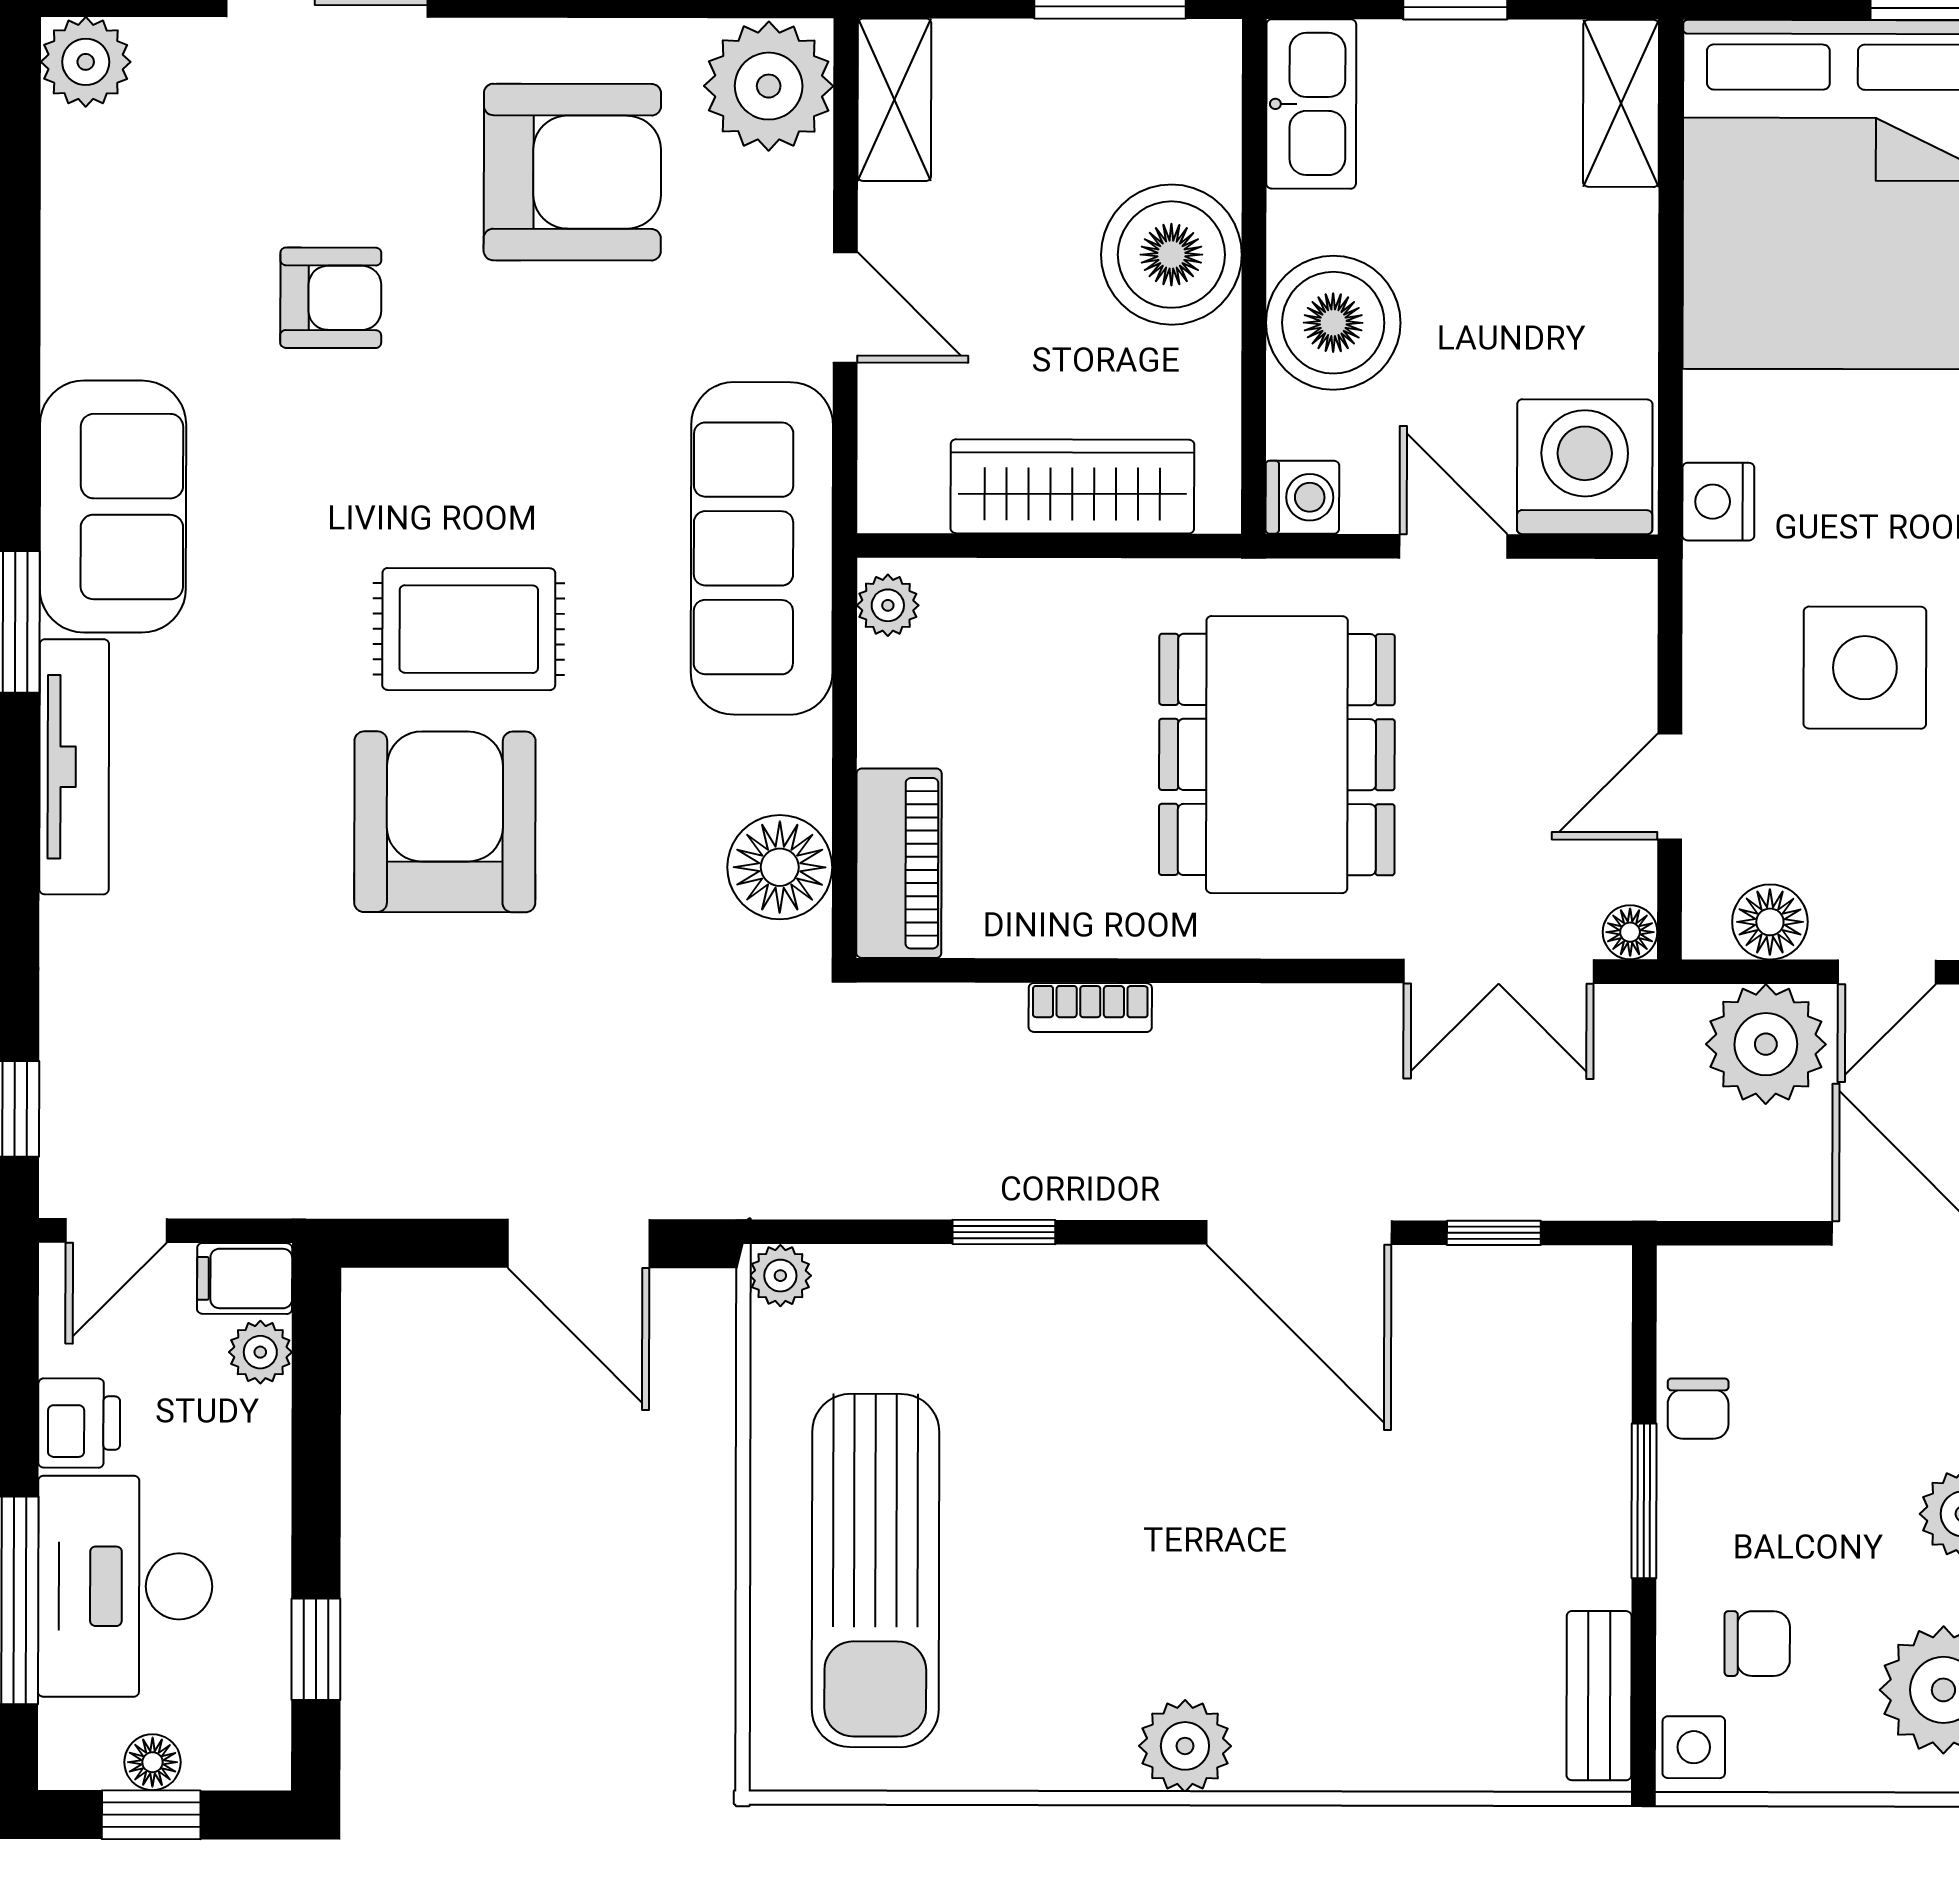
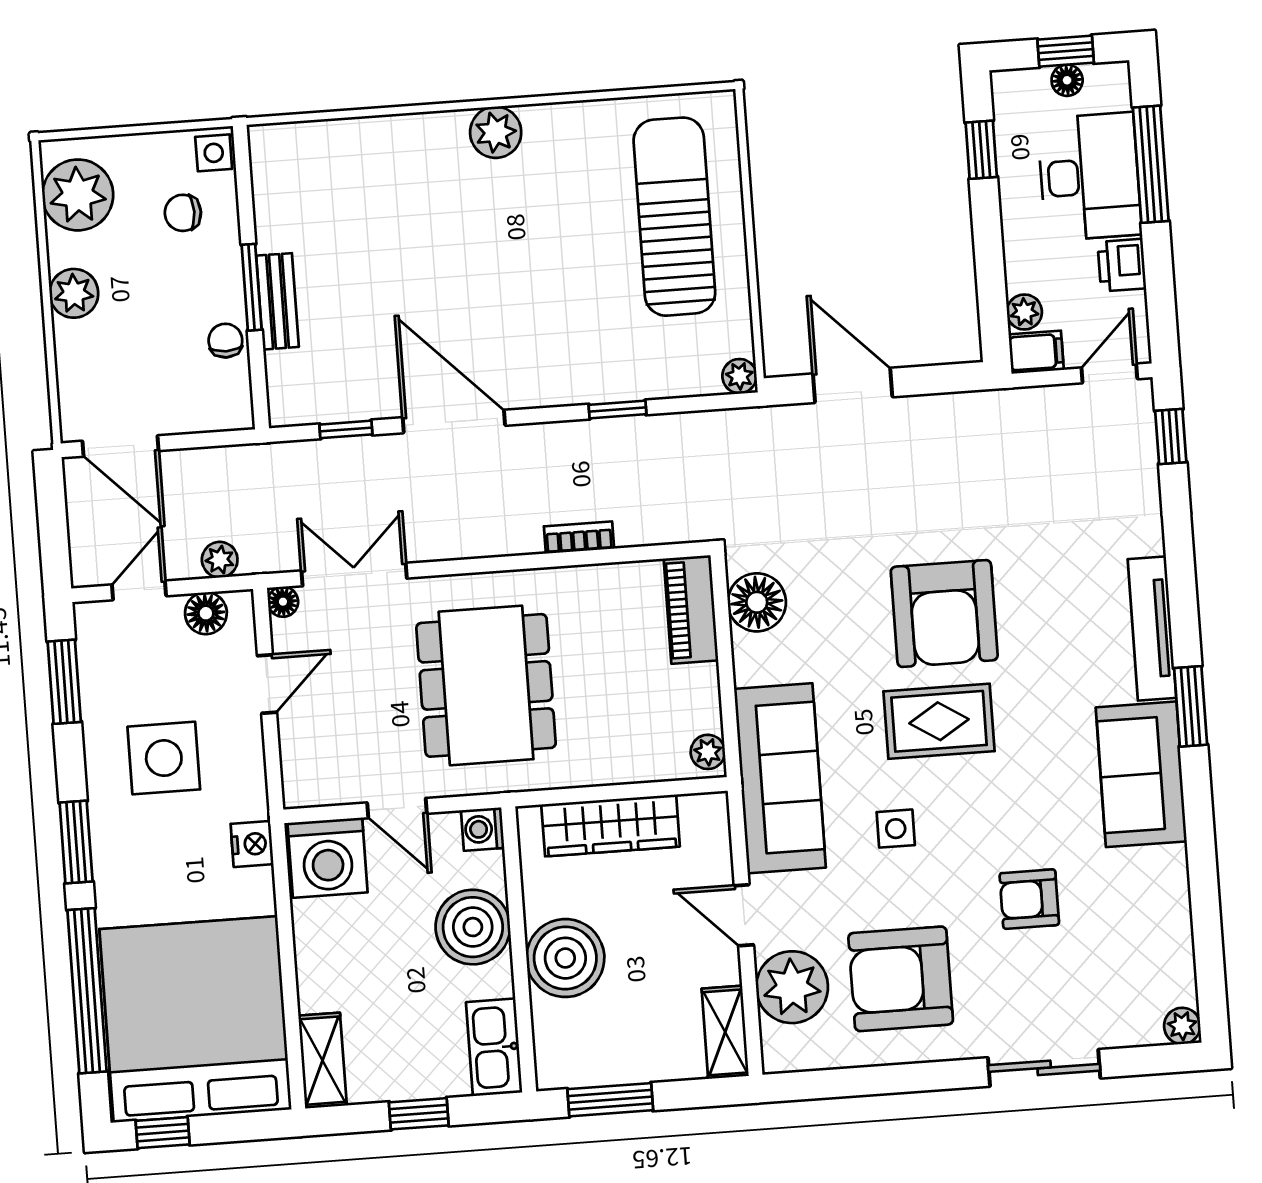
plant: (86, 62) -> (1182, 1026), width x0.73, depth x0.73
plant: (769, 86) -> (792, 987), moved
side table: (561, 442) -> (896, 829), added
plant: (1766, 1044) -> (220, 560), width x0.53, depth x0.53
bench: (1599, 1696) -> (277, 301), moved

